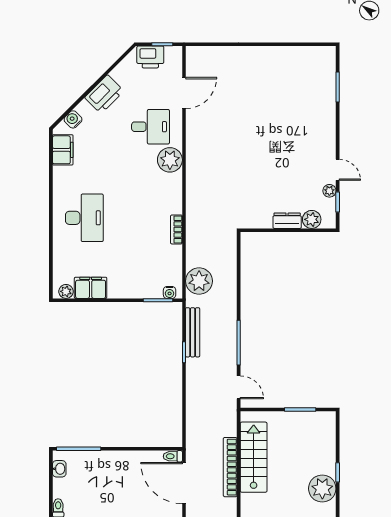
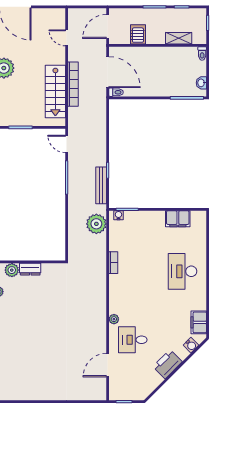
printer: (150, 57) -> (133, 392), removed
plant: (170, 160) -> (114, 319), width x0.53, depth x0.53
plant: (66, 291) -> (196, 216), removed

